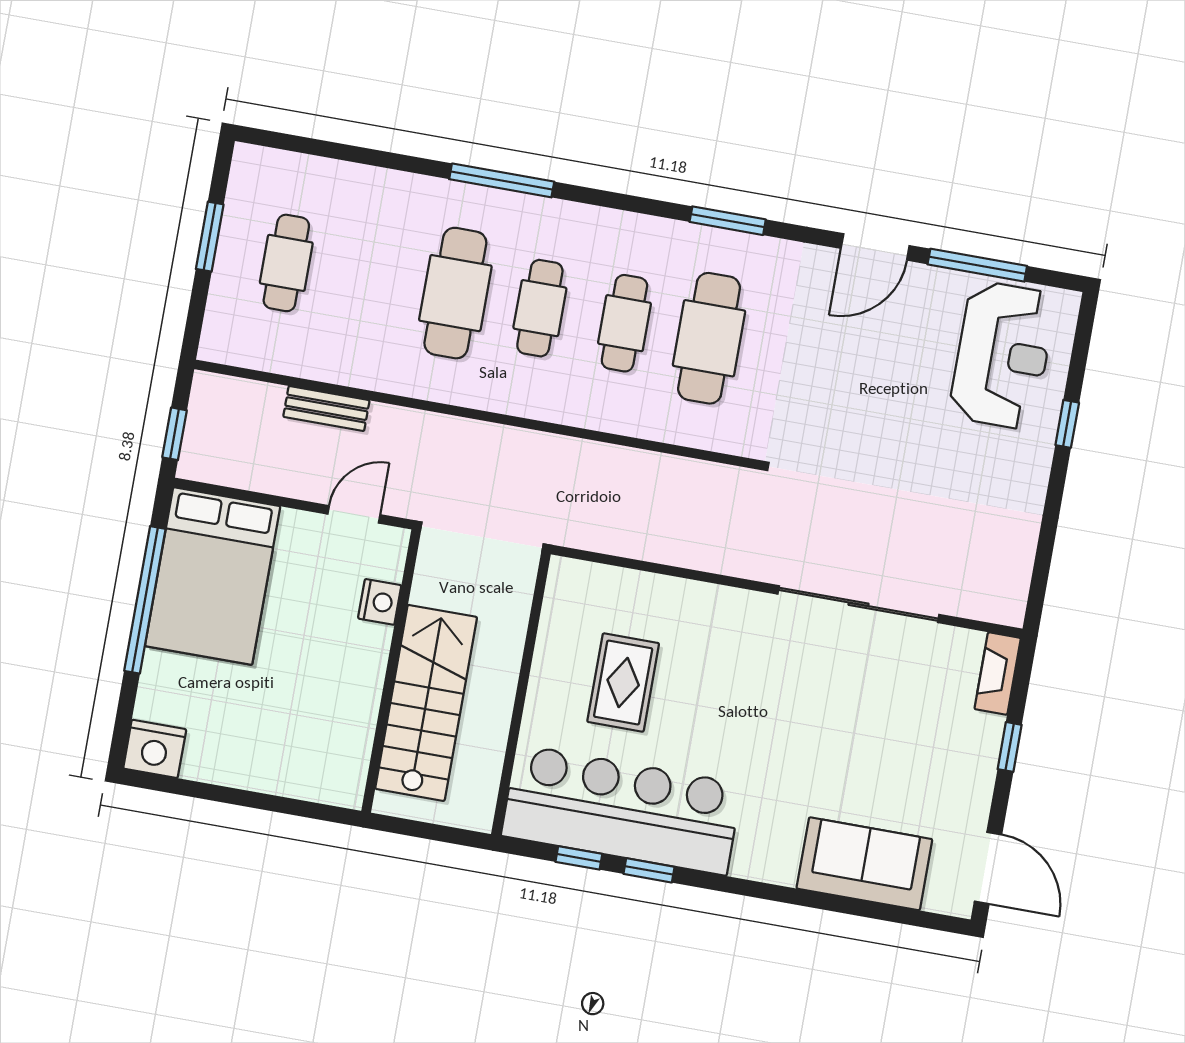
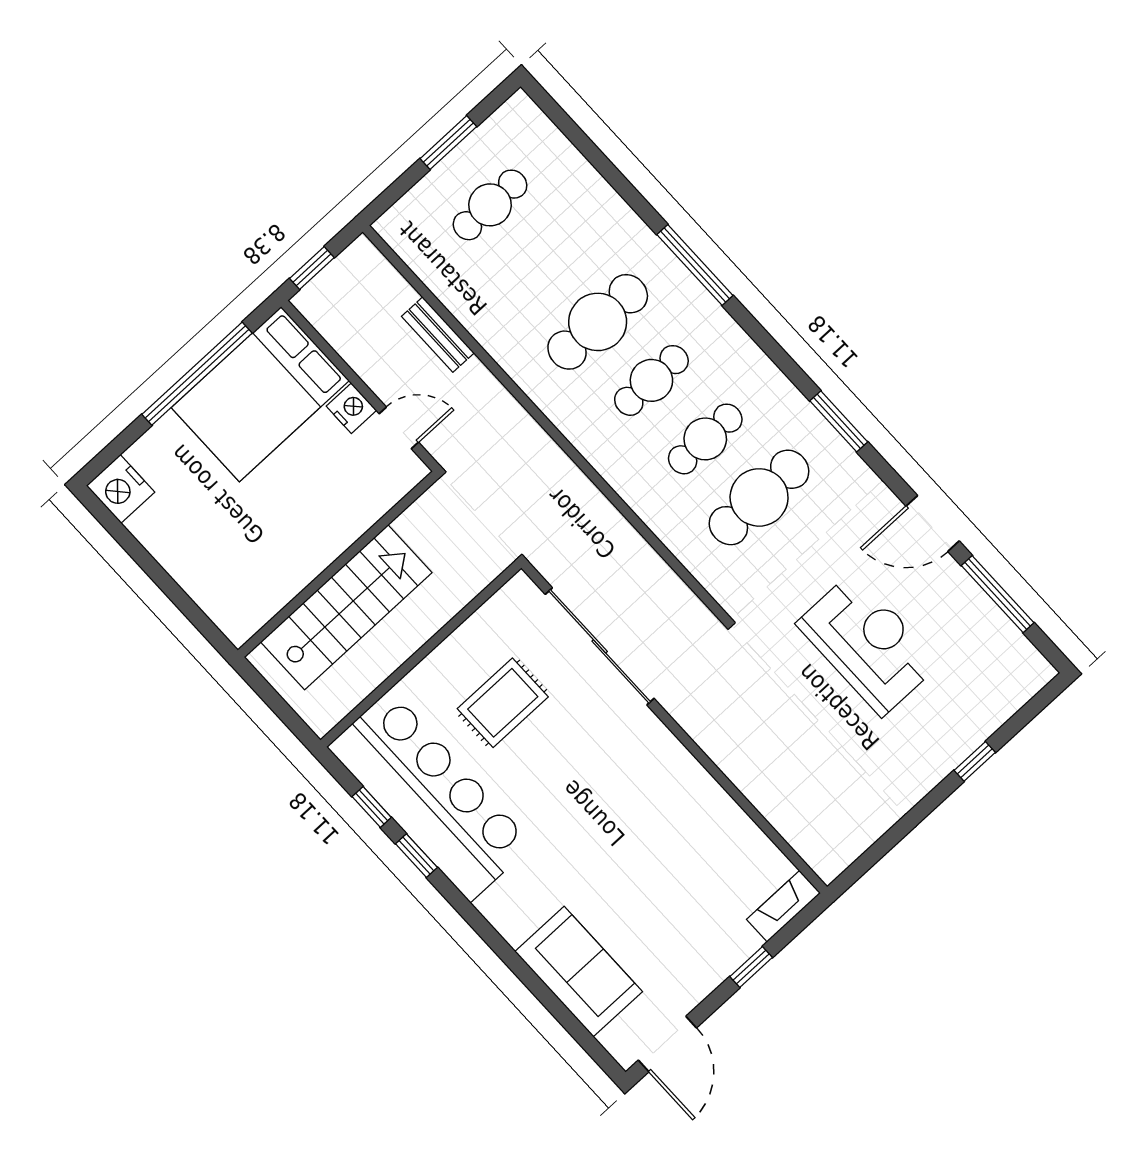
reception desk: (1002, 355) -> (868, 644), moved, turned -90
nightstand: (380, 602) -> (351, 408), moved, turned -90
sliding door: (858, 604) -> (600, 646), moved

